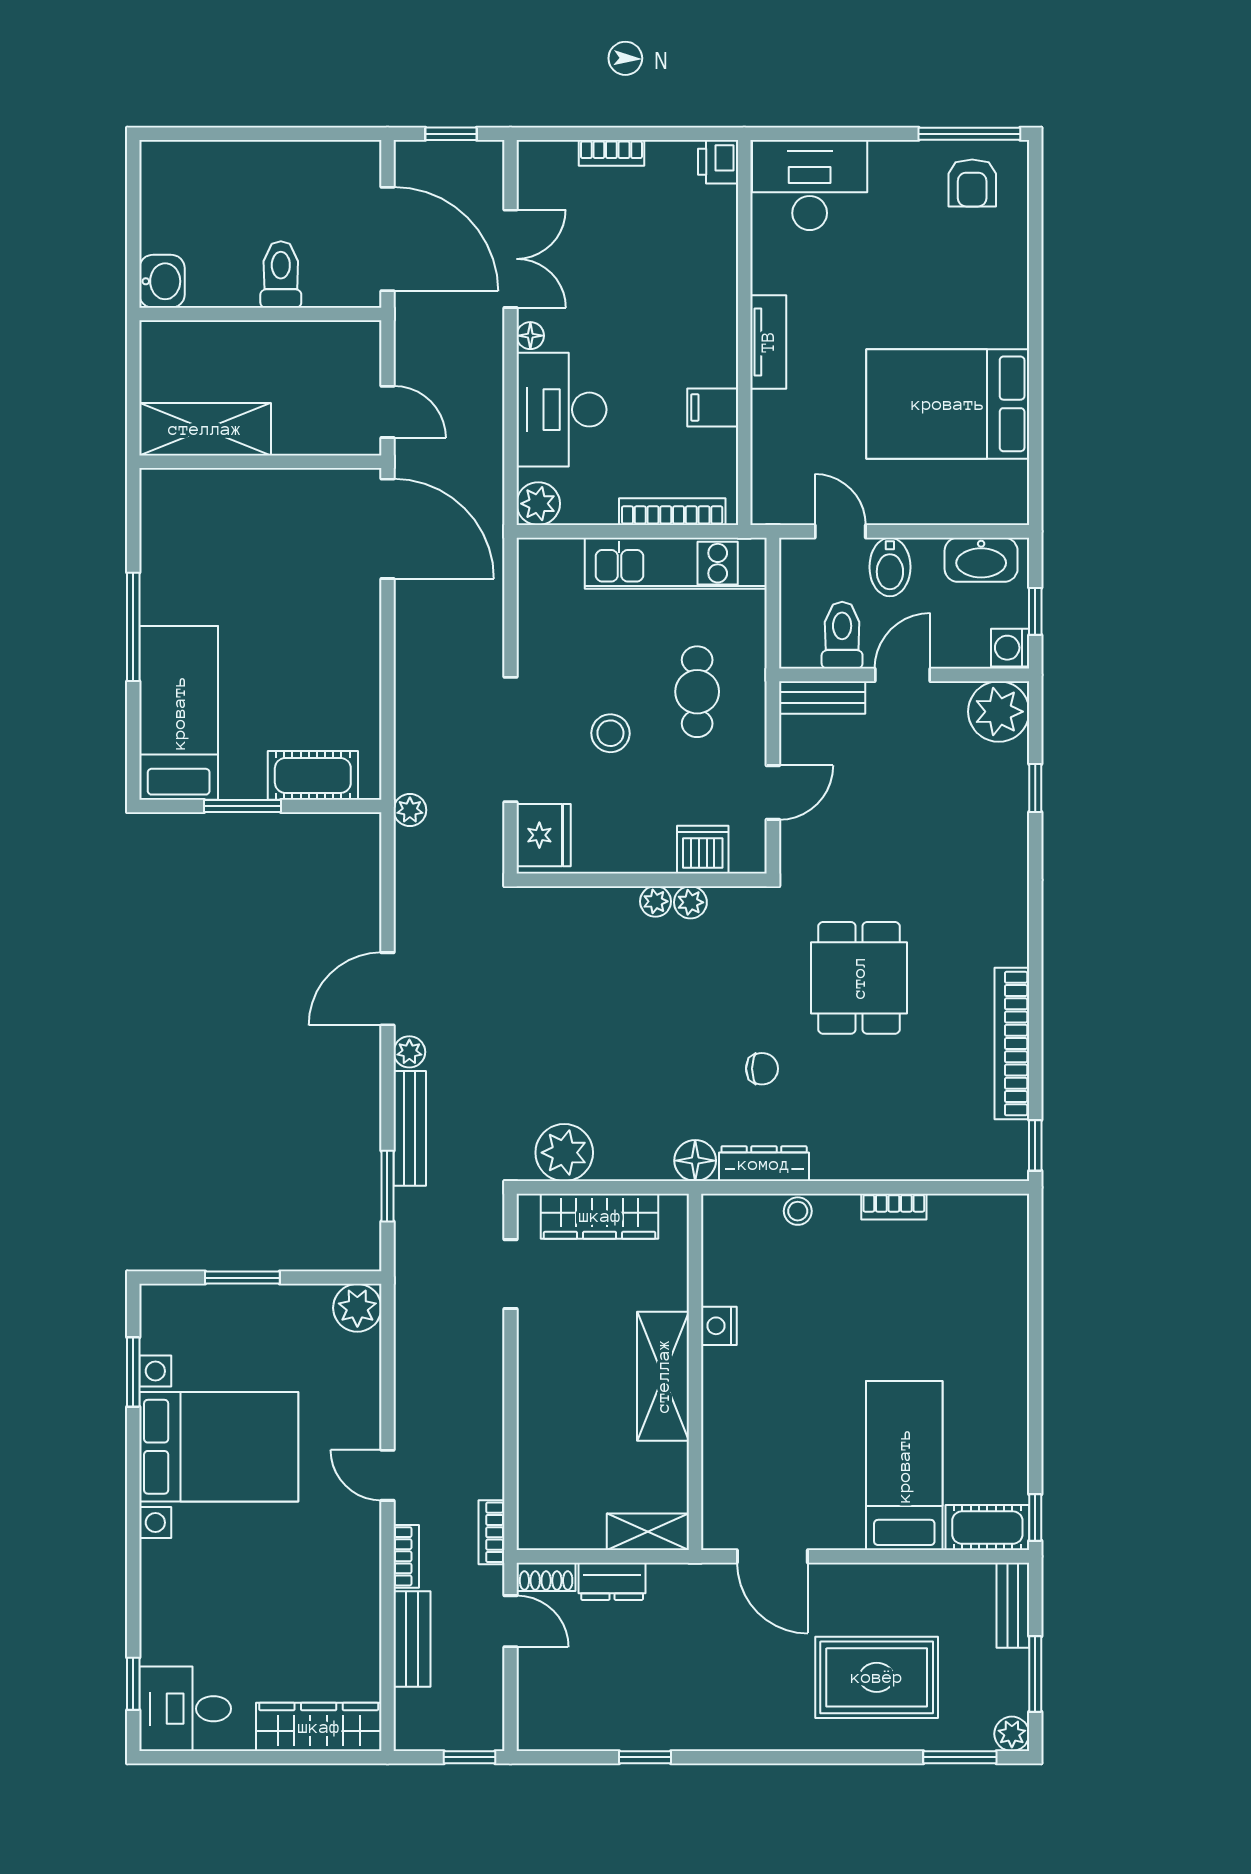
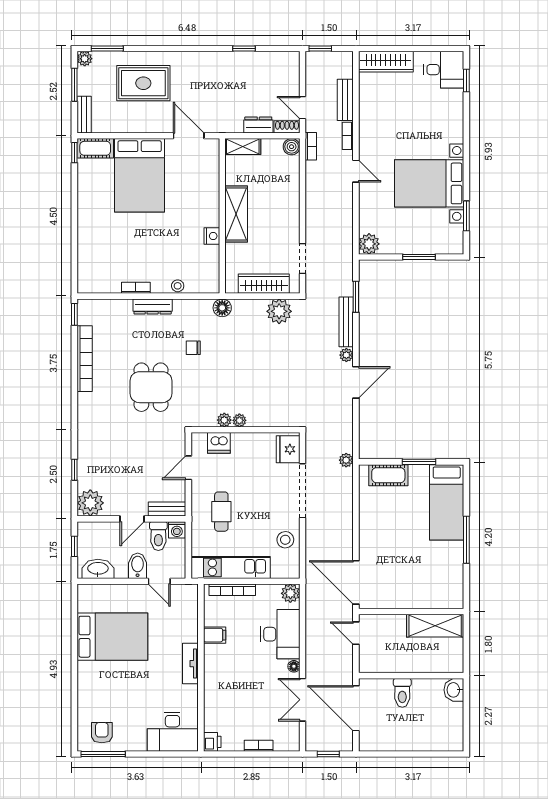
washing machine: (1010, 648) -> (177, 530), moved, turned 90
stool: (610, 733) -> (285, 540), moved
dresser: (764, 1164) -> (153, 306), moved
bed: (904, 1466) -> (140, 175), width x1.50
boiler: (536, 1531) -> (292, 147), added

